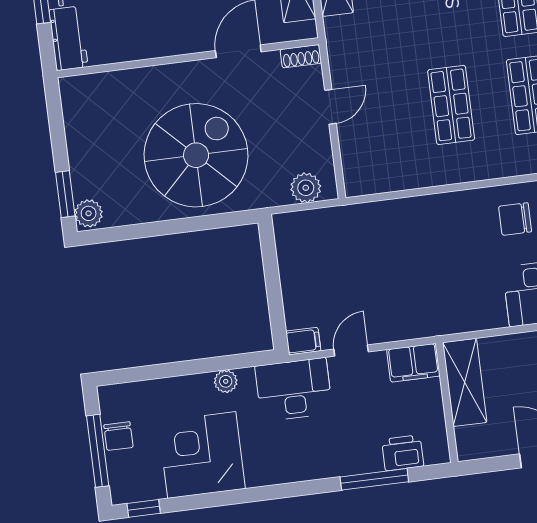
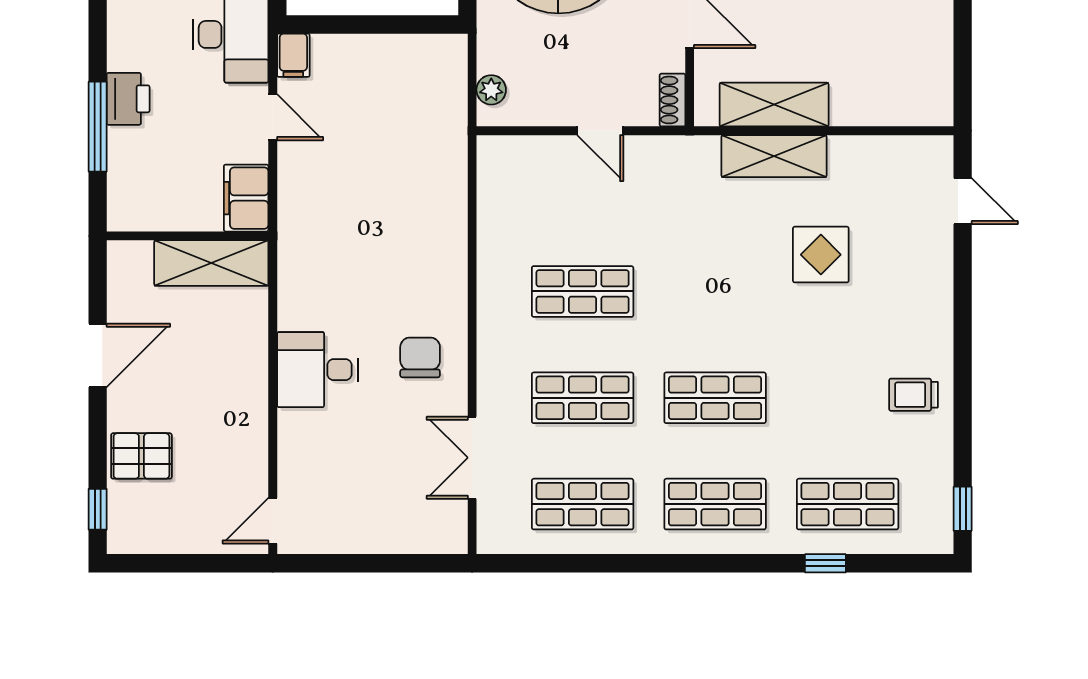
plant: (306, 188) -> (491, 90), width x0.73, depth x0.73
printer: (403, 453) -> (128, 99), moved

